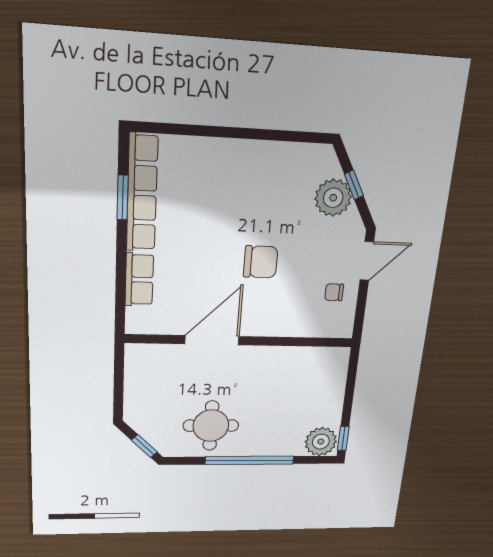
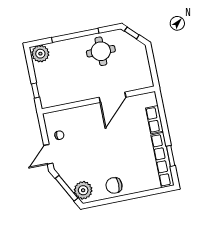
window: (354, 185) -> (67, 188), width x2.17
plant: (333, 198) -> (83, 190), moved
chair: (261, 262) -> (114, 185), moved
window: (343, 438) -> (35, 91), moved

